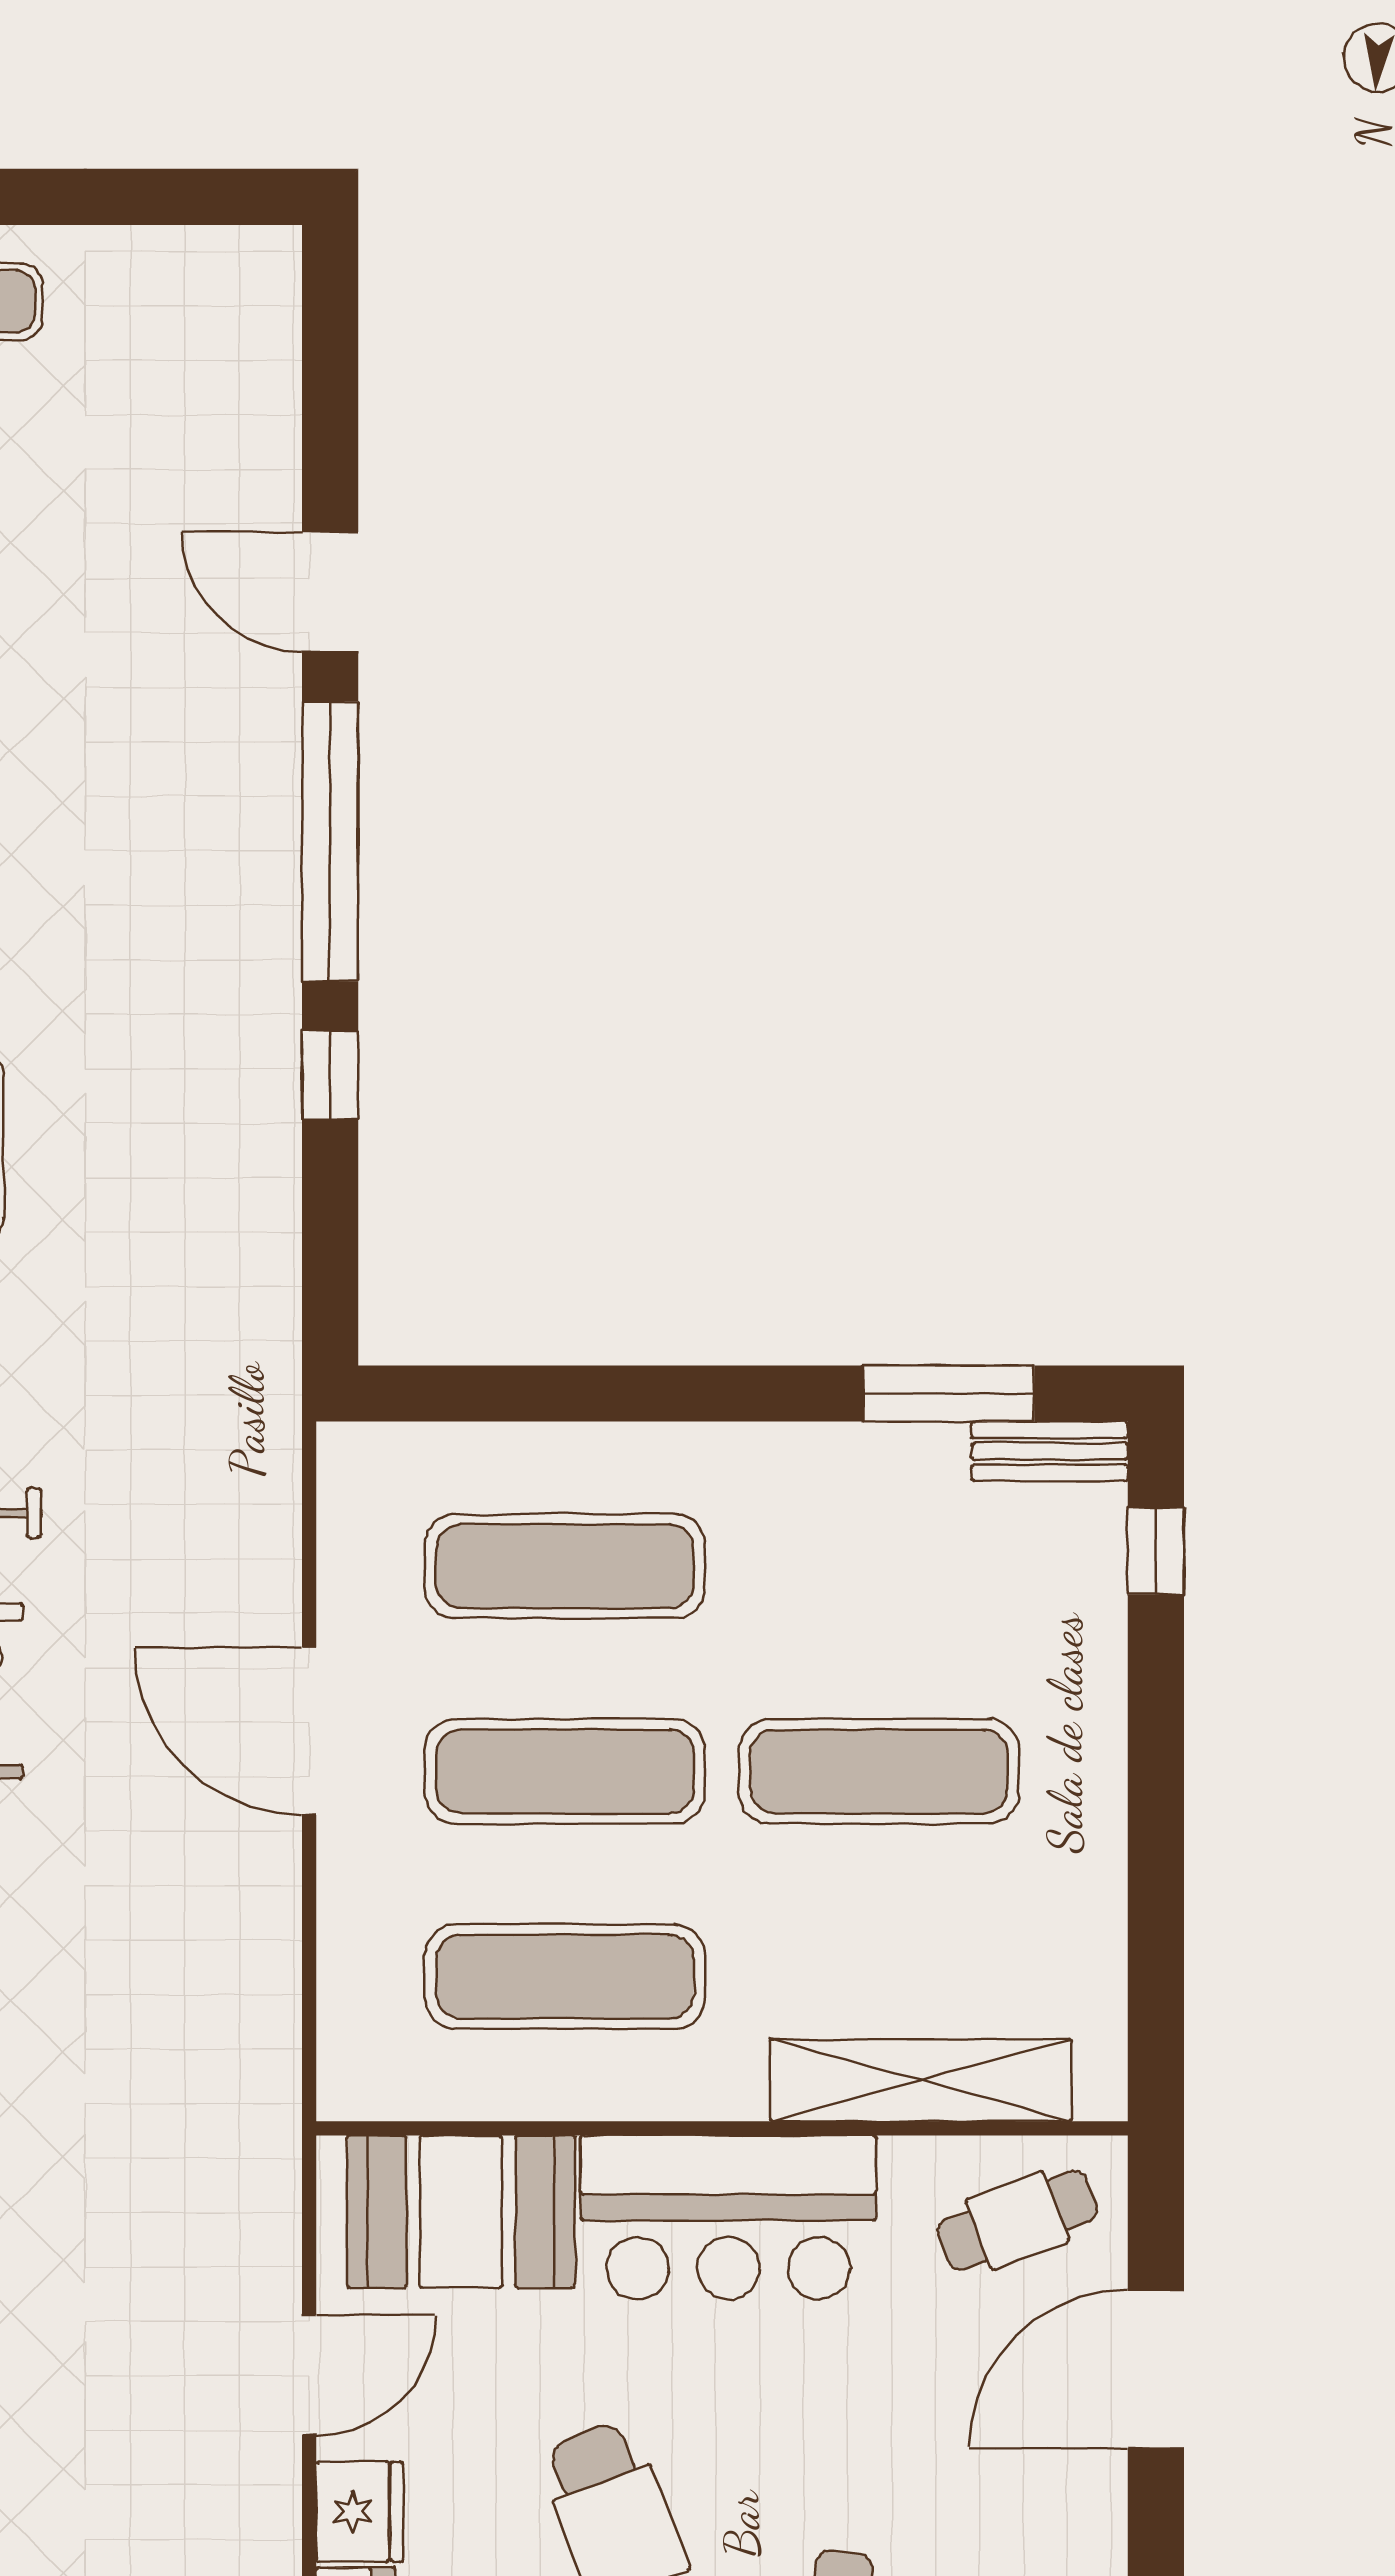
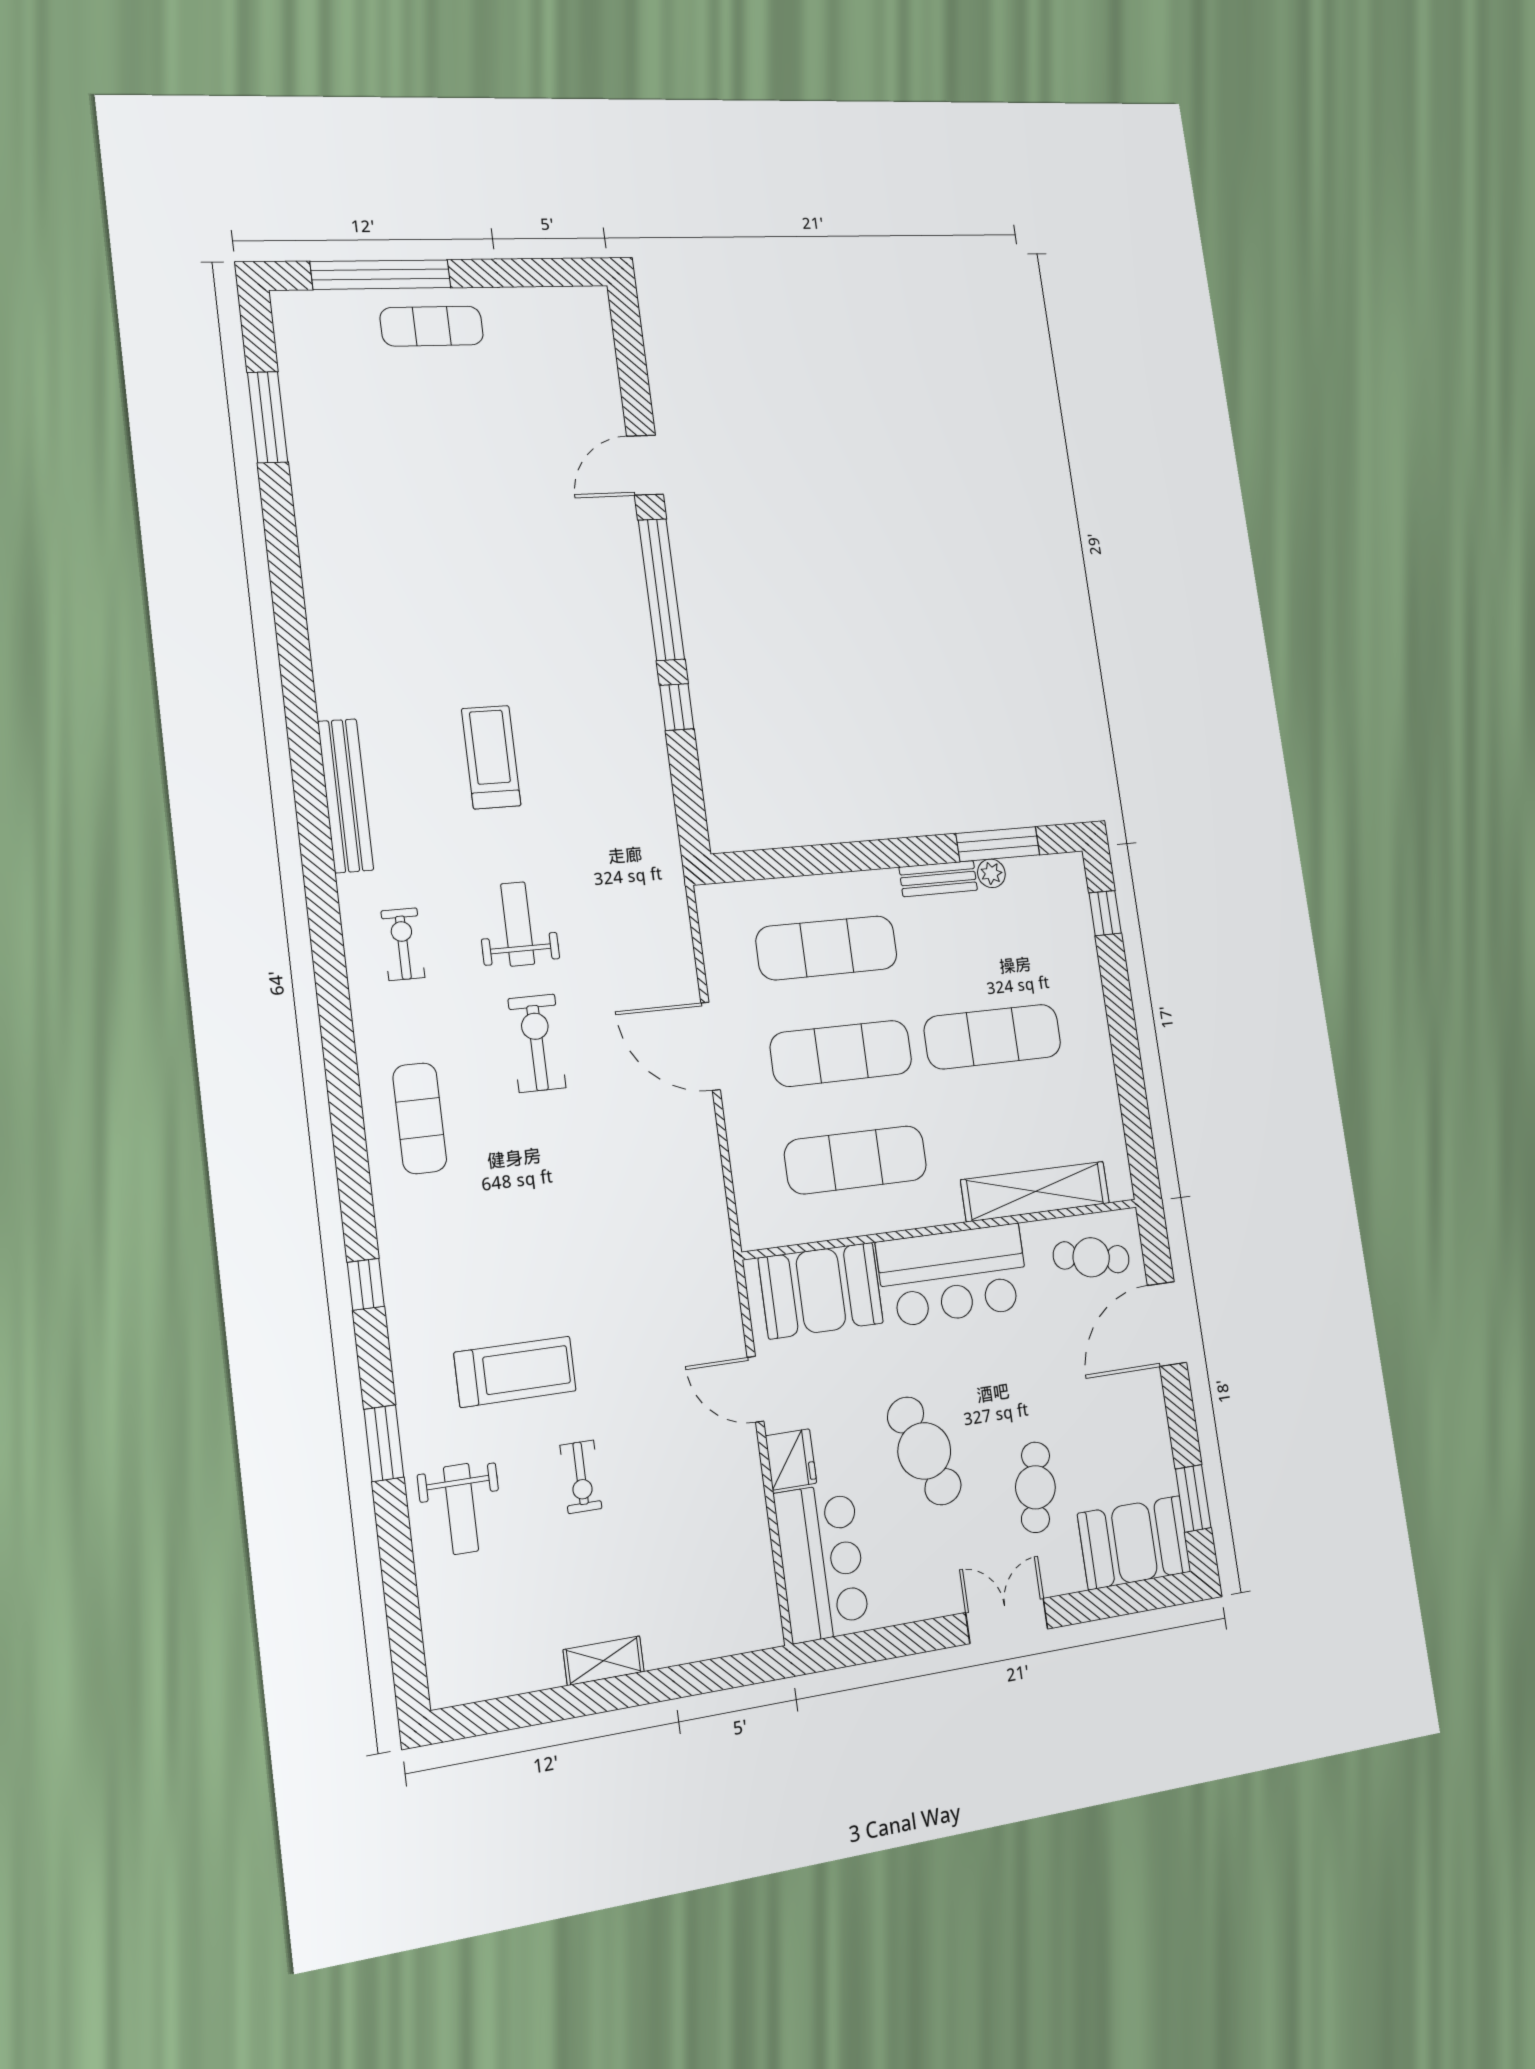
door: (330, 592) -> (645, 465), hinge flipped
plant: (926, 1450) -> (991, 873), added
bench: (1050, 1451) -> (938, 879), moved
cafe table: (1017, 2220) -> (1091, 1257), turned 32
door: (309, 2375) -> (755, 1389), swing flipped

